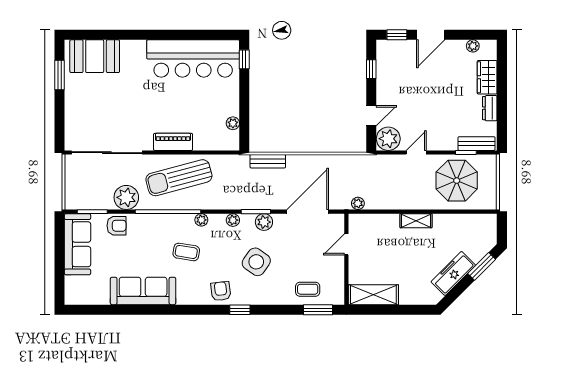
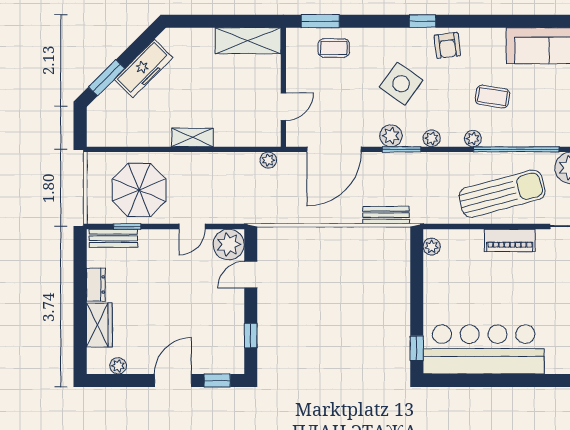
plant: (233, 123) -> (432, 247), moved

